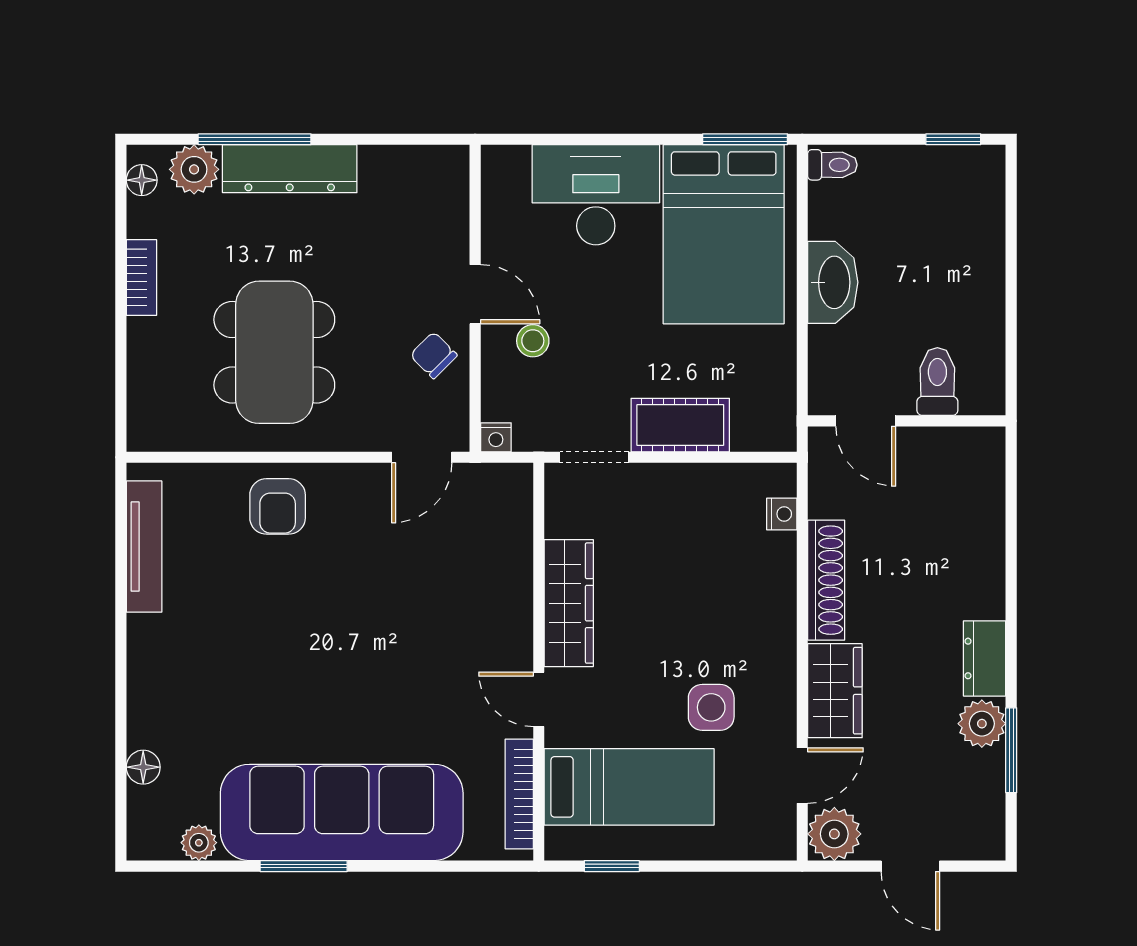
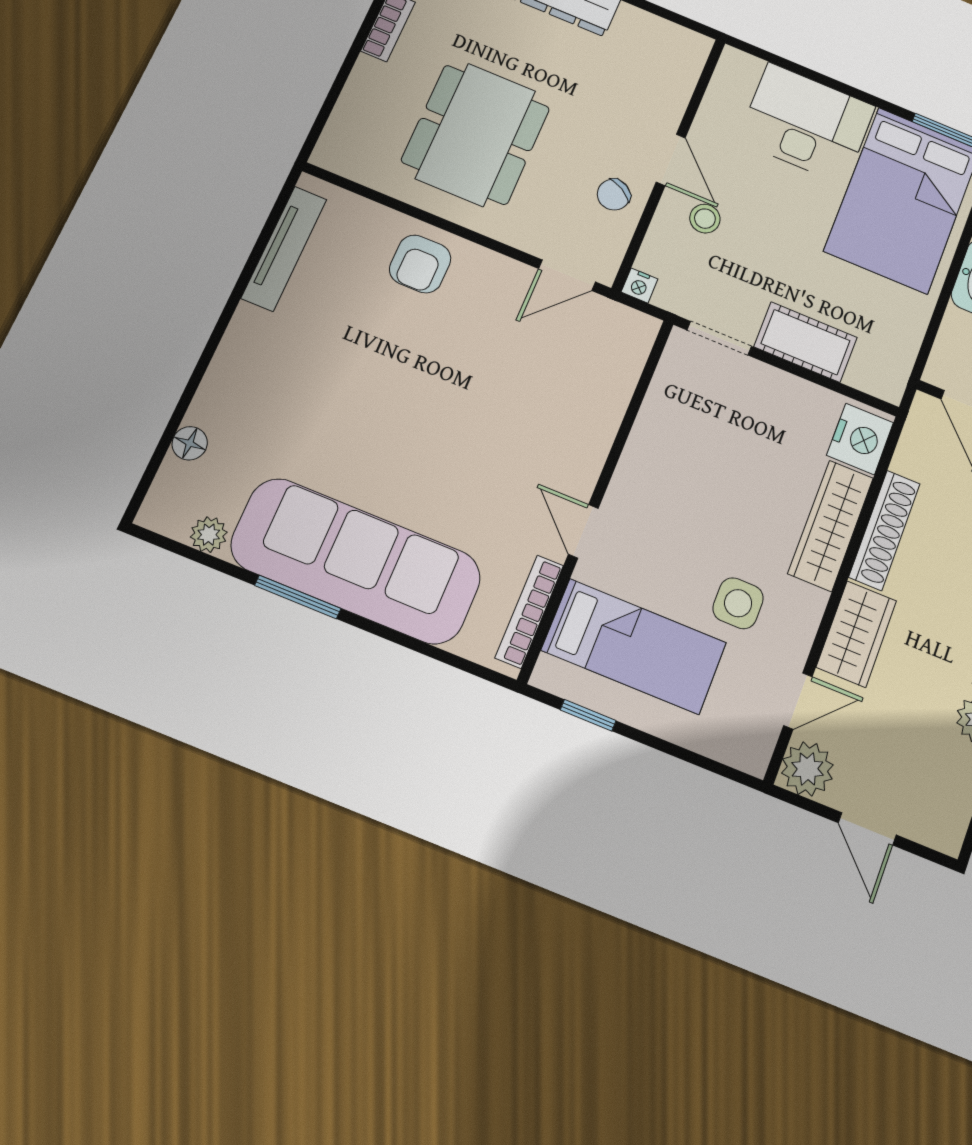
chair: (434, 355) -> (614, 195), turned -105
nightstand: (782, 514) -> (860, 439), width x1.89, depth x1.79
wardrobe: (569, 603) -> (831, 526), moved, turned 180

